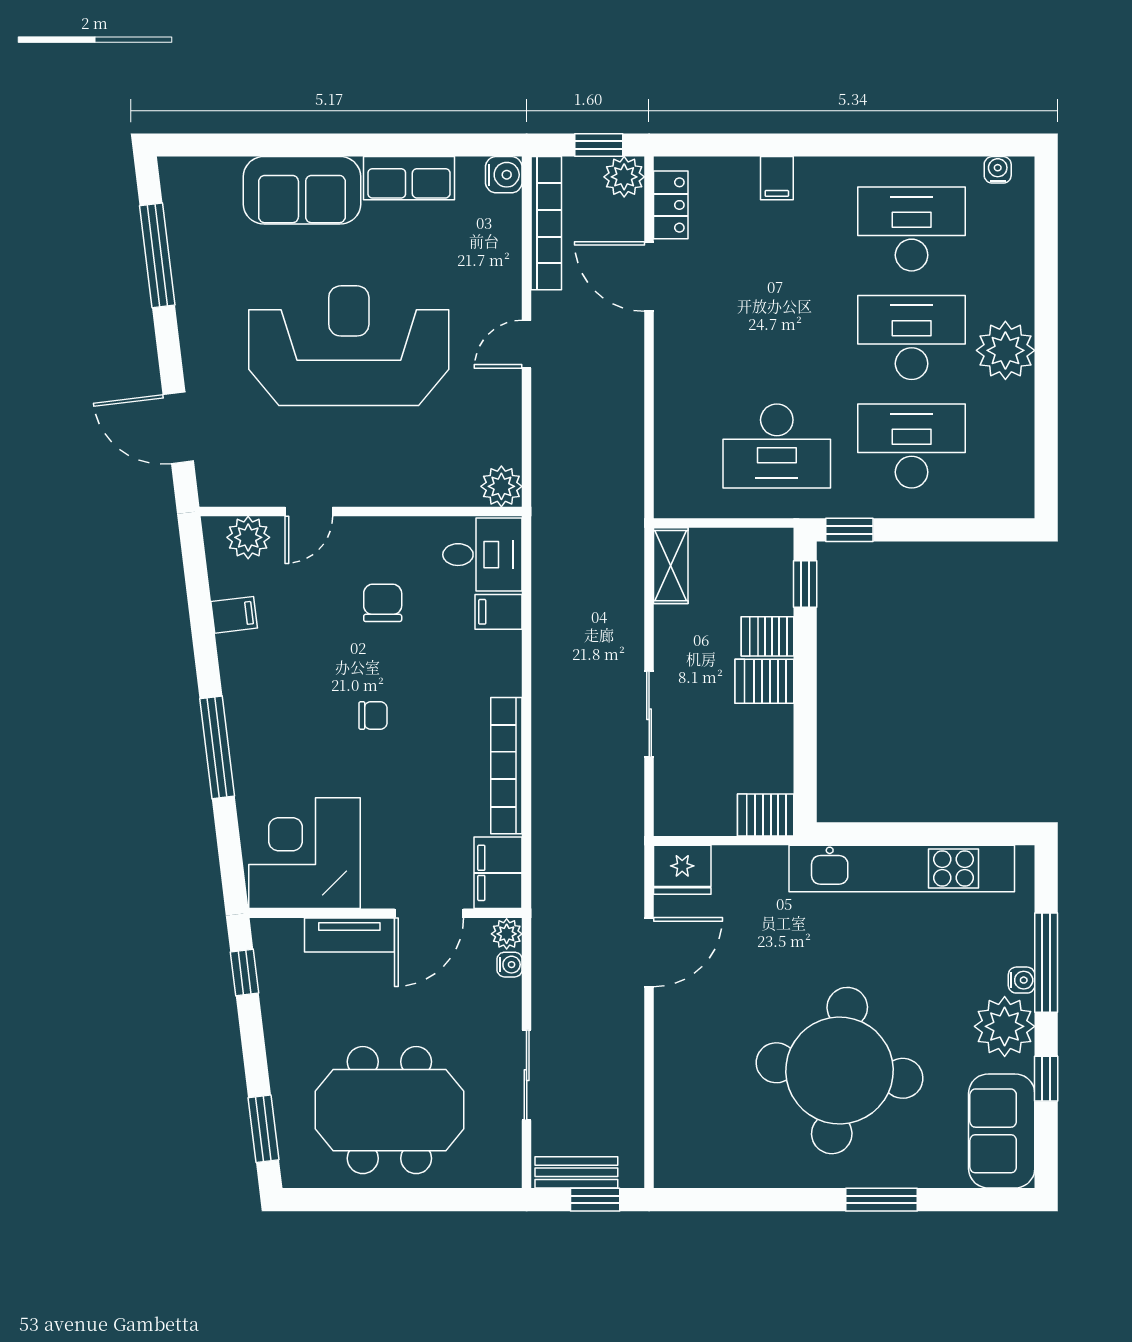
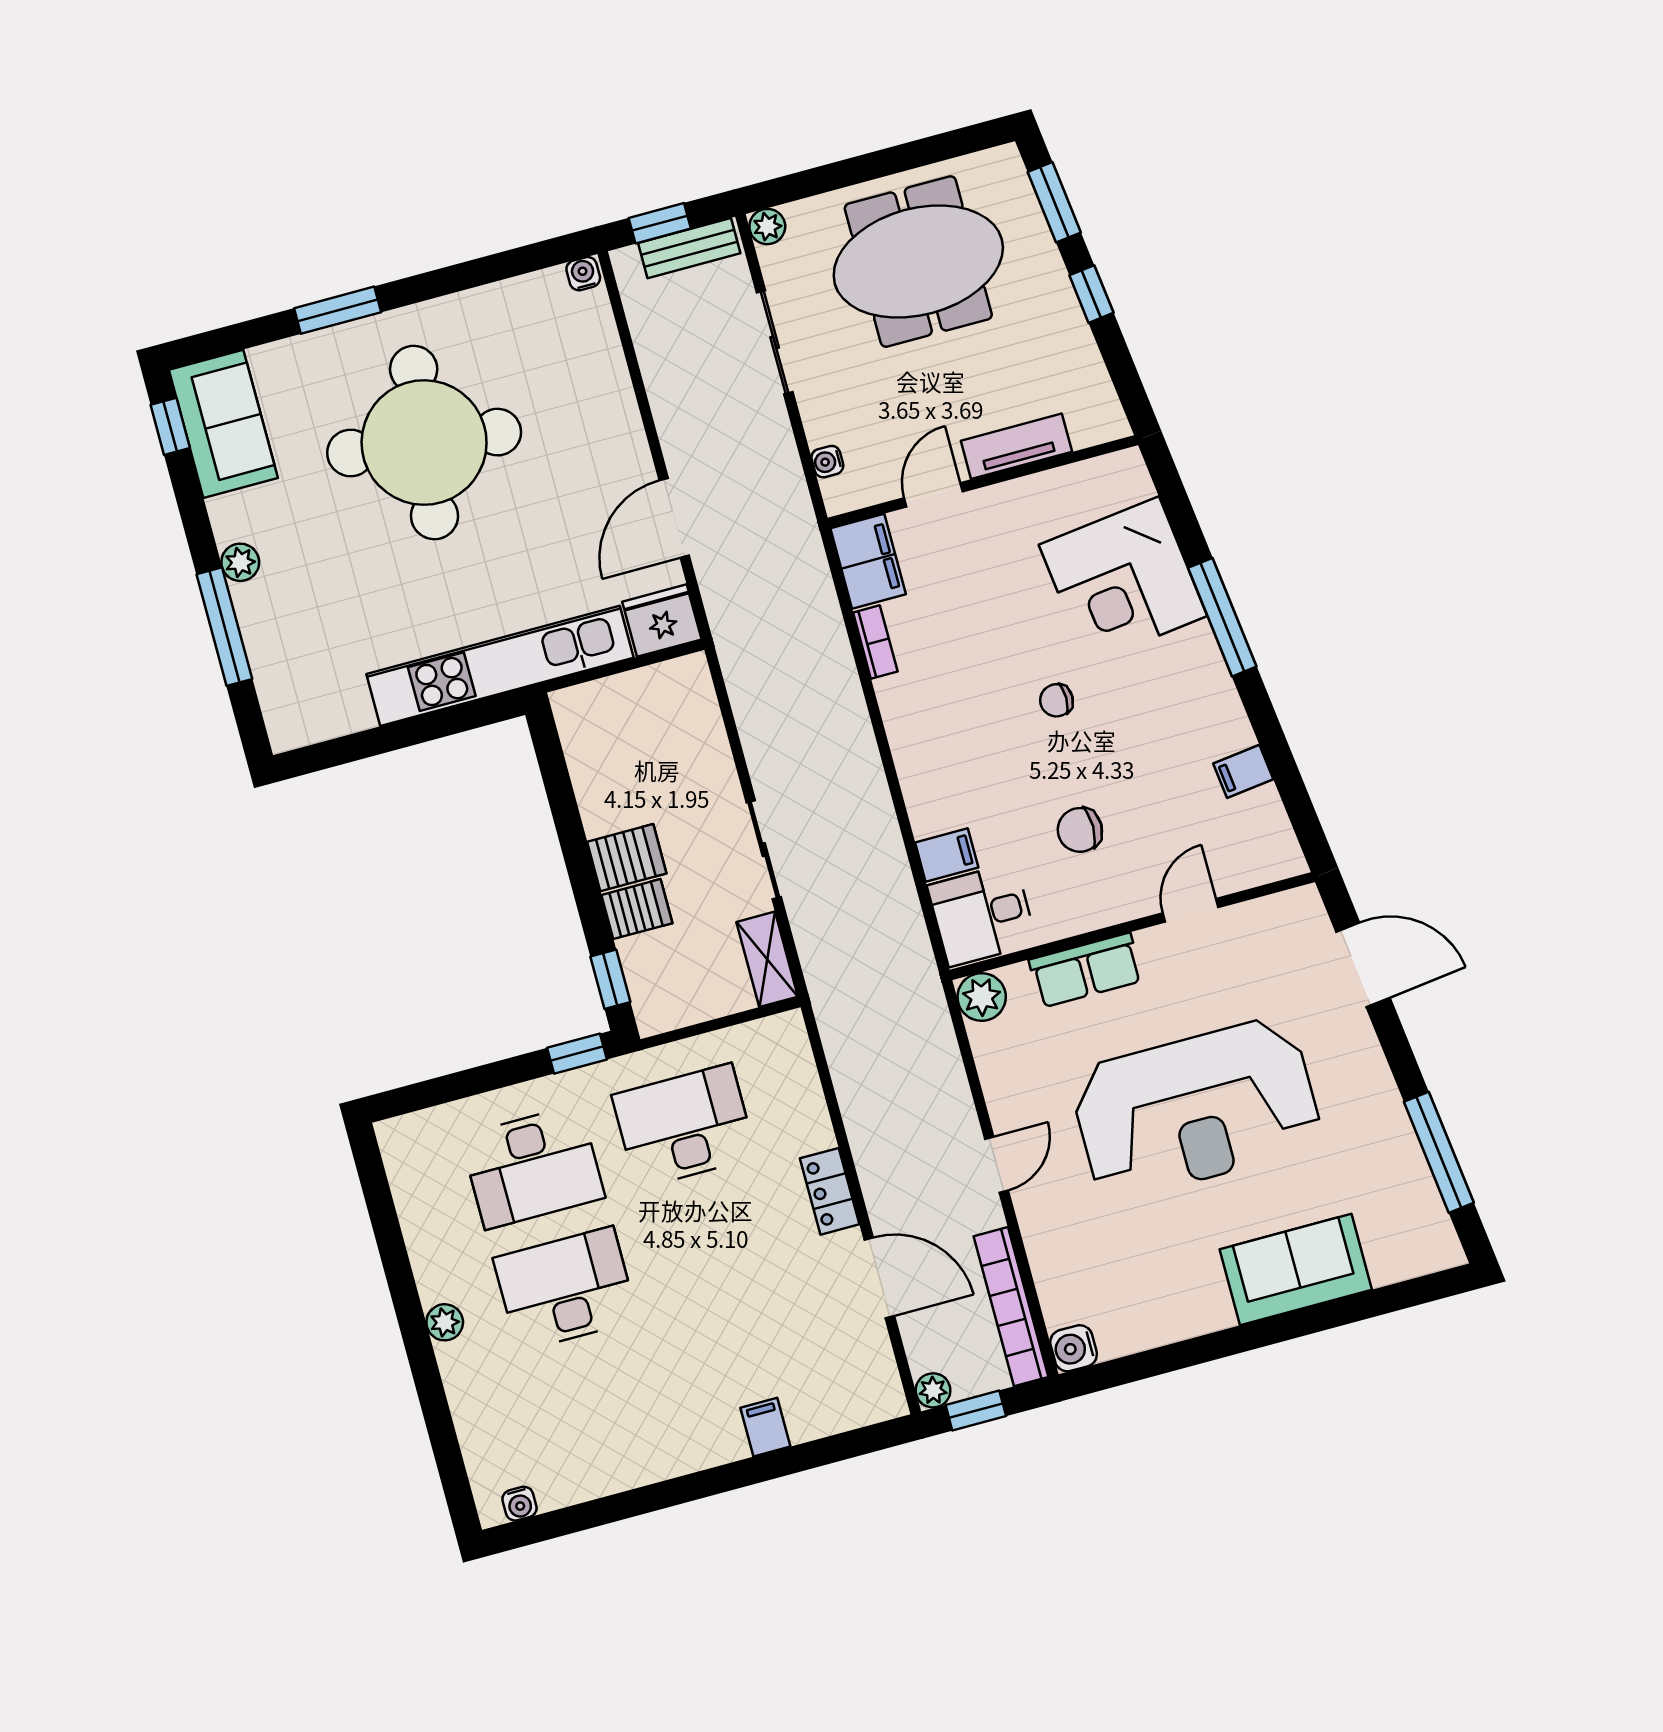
plant: (624, 177) -> (933, 1390), width x0.73, depth x0.73
row of seats: (409, 178) -> (1086, 970), moved, turned 180
locker: (671, 205) -> (830, 1191), moved
desk: (912, 229) -> (598, 1411), removed
desk: (912, 337) -> (566, 1289), turned 180
plant: (1005, 350) -> (445, 1322), width x0.53, depth x0.53
plant: (248, 537) -> (1251, 863), removed
chair: (383, 603) -> (1080, 830), turned 90
sliding door: (649, 714) -> (764, 850), moved
bookcase: (506, 766) -> (875, 642), width x0.43, depth x0.76
server rack: (766, 815) -> (585, 708), removed
corner desk: (304, 853) -> (1123, 580), moved, turned 83
kitchen unit: (902, 868) -> (500, 666), moved
door: (429, 913) -> (933, 495), width x0.73
plant: (507, 934) -> (767, 227), moved
window: (244, 973) -> (1091, 294), moved
water cooler: (1022, 980) -> (583, 274), moved, turned 90
plant: (1005, 1026) -> (240, 562), width x0.53, depth x0.53
window: (1046, 1079) -> (170, 426), moved

